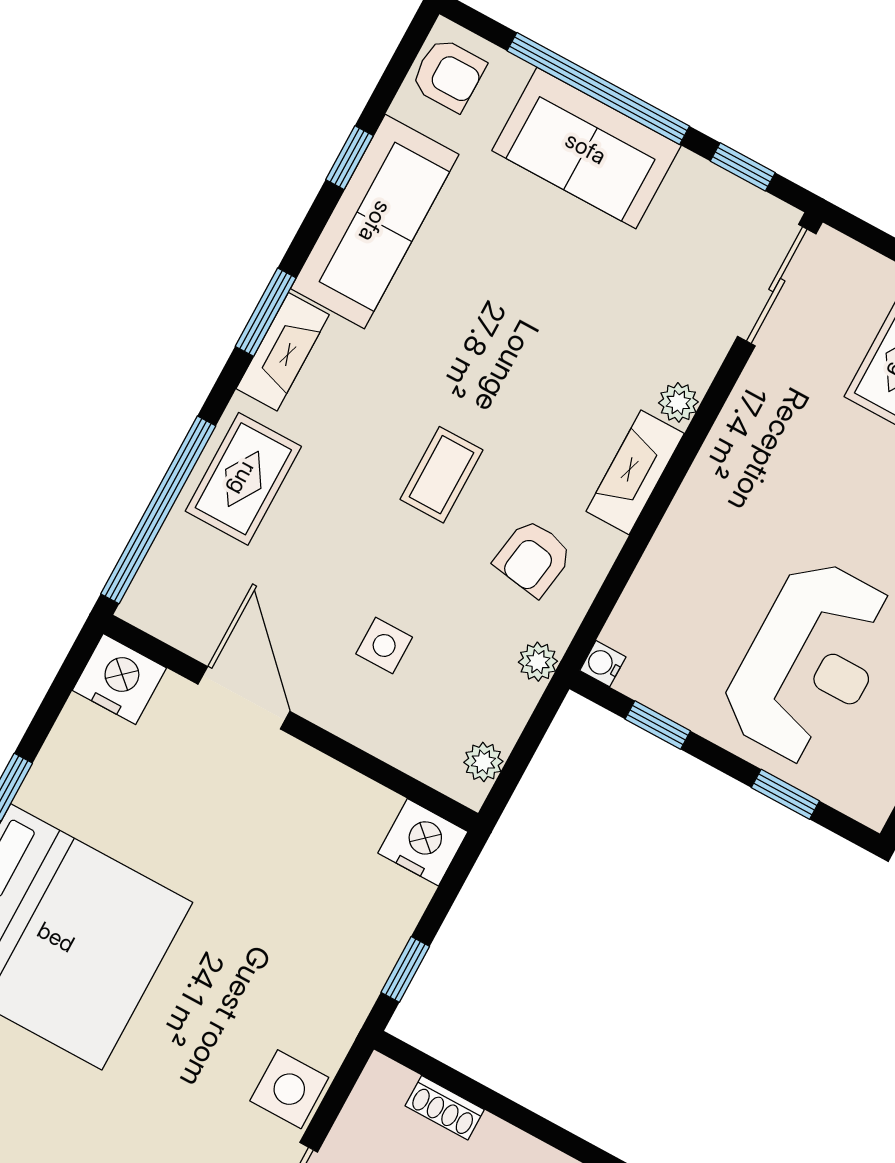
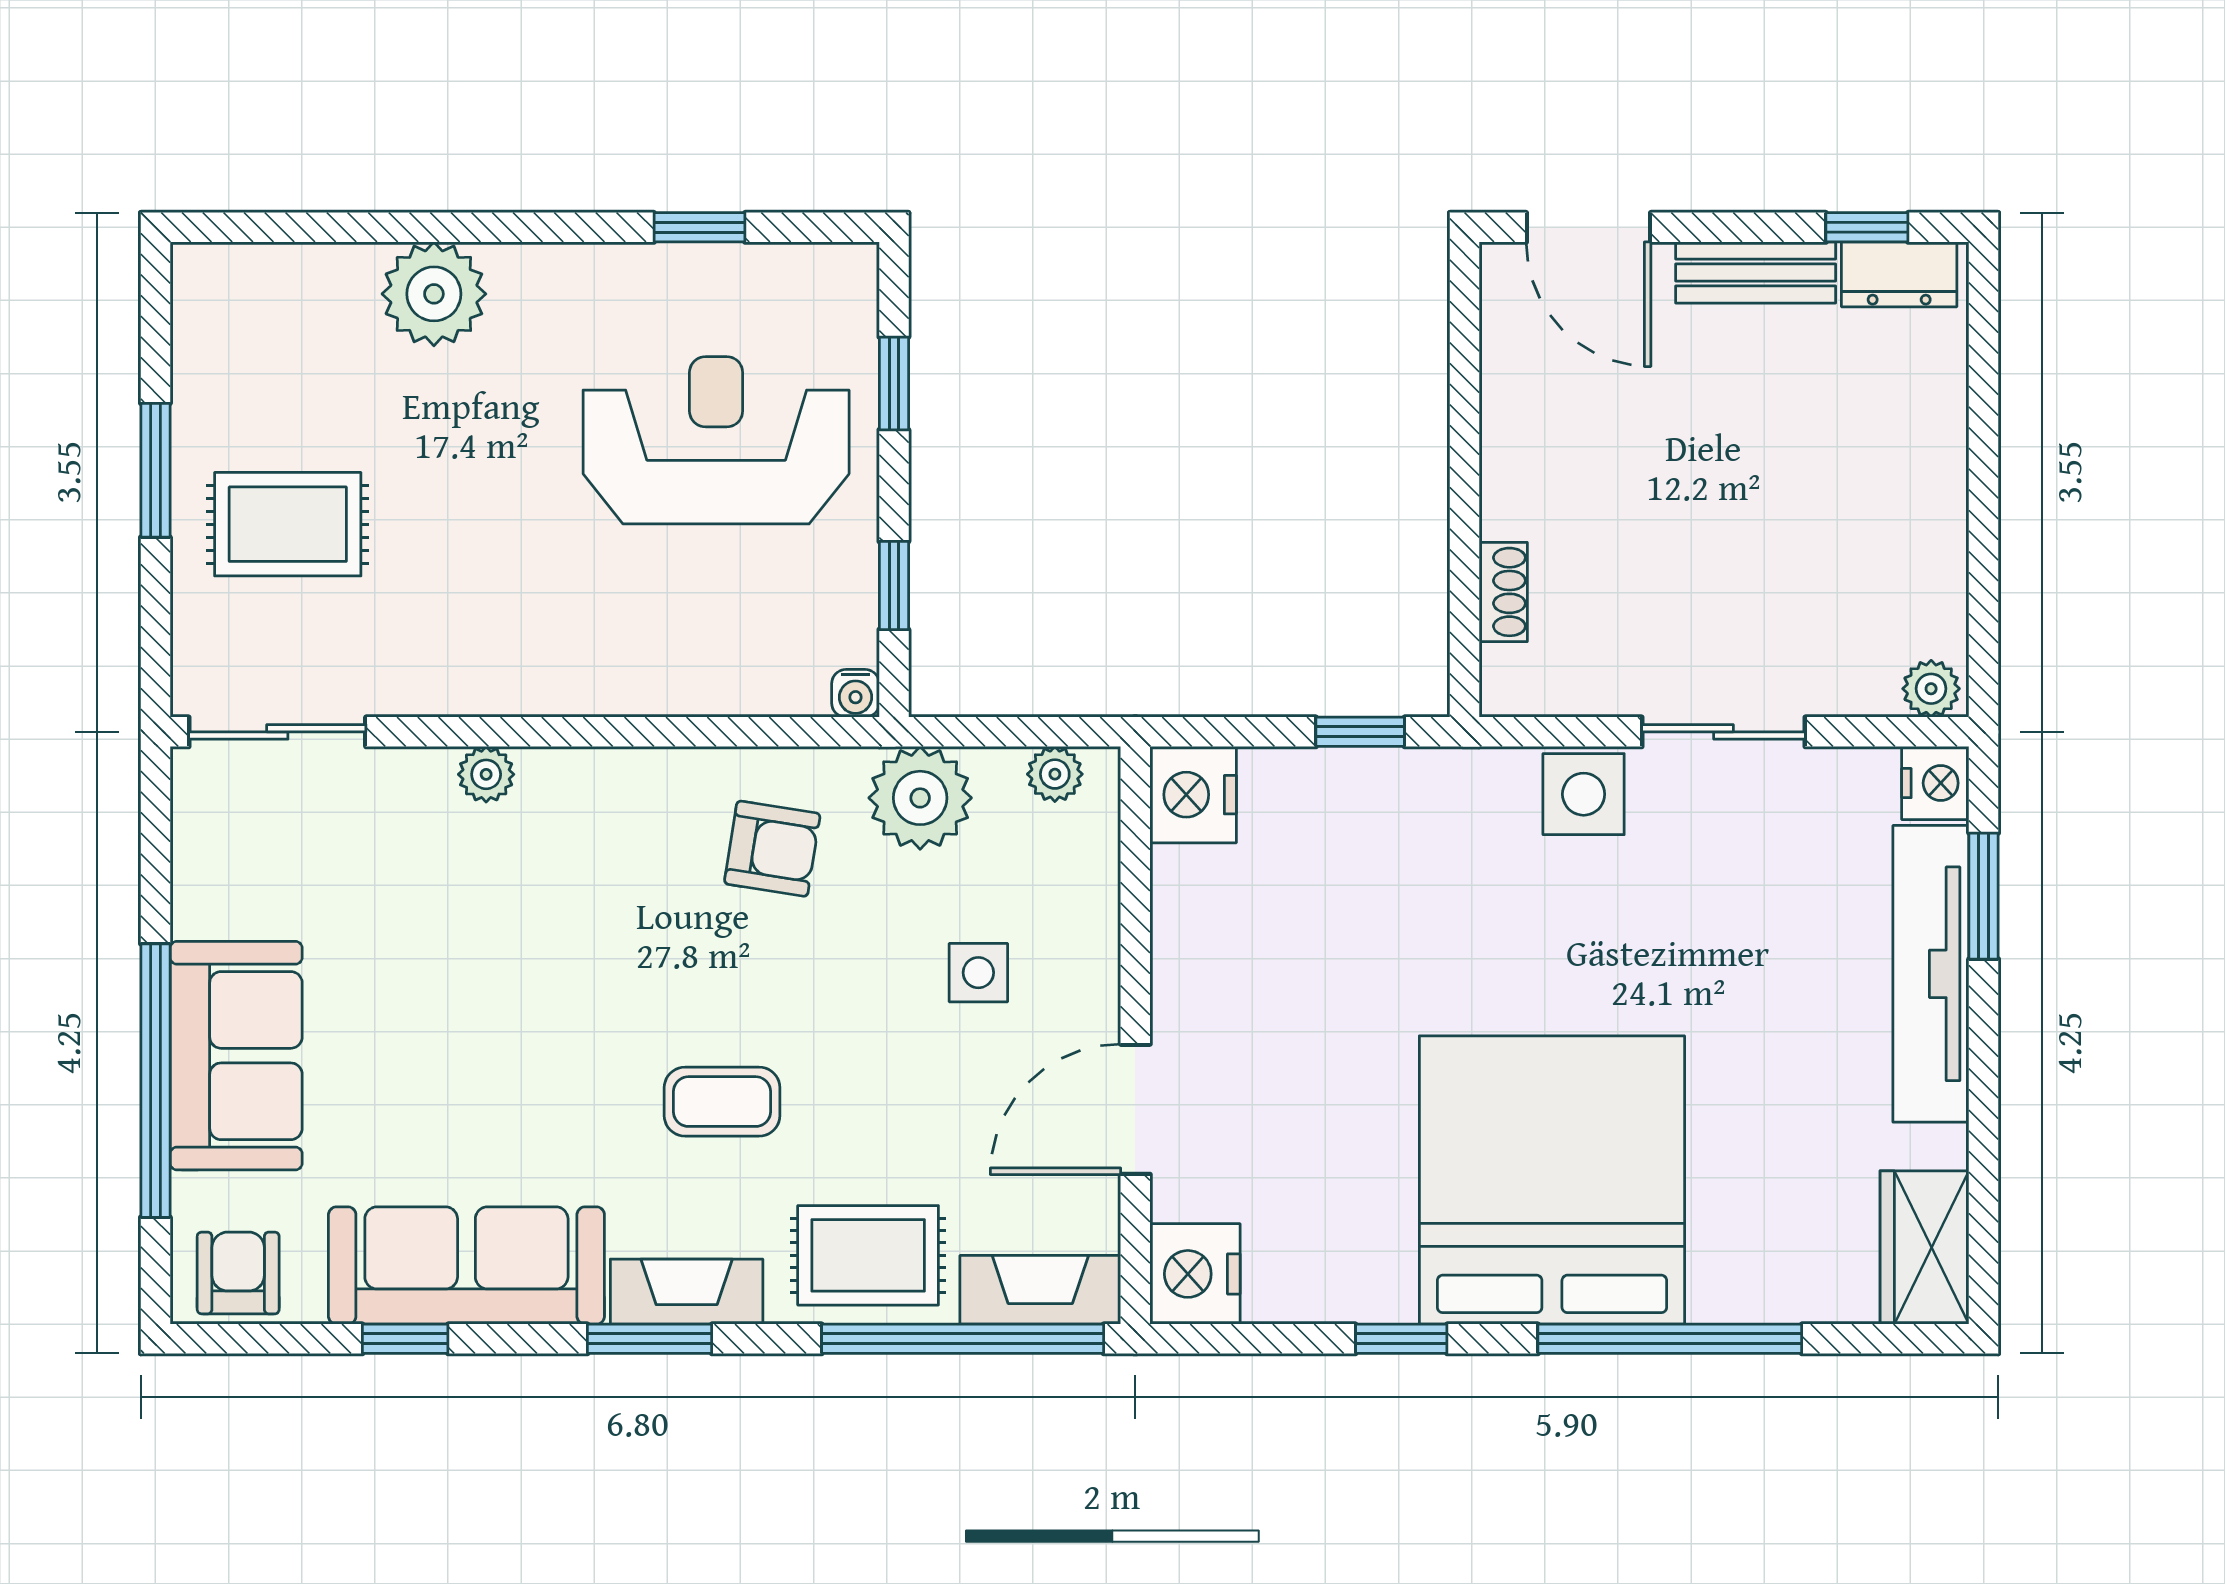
window: (743, 167) -> (155, 852), removed
fireplace: (635, 472) -> (1040, 1290), moved, turned 180
coffee table: (441, 475) -> (722, 1102), moved
plant: (538, 662) -> (920, 798), width x1.87, depth x1.87

